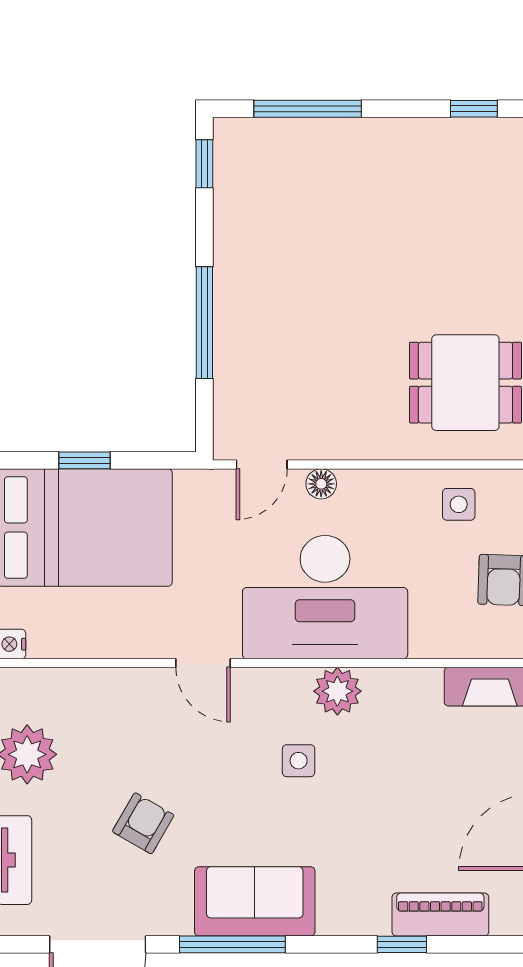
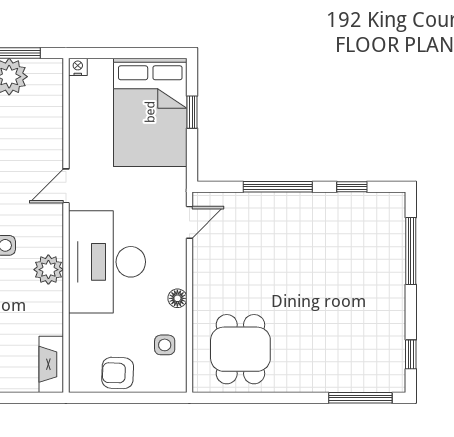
window: (204, 164) -> (352, 187), moved
door: (262, 465) -> (189, 222), swing flipped
floor lamp: (321, 484) -> (177, 298), moved

